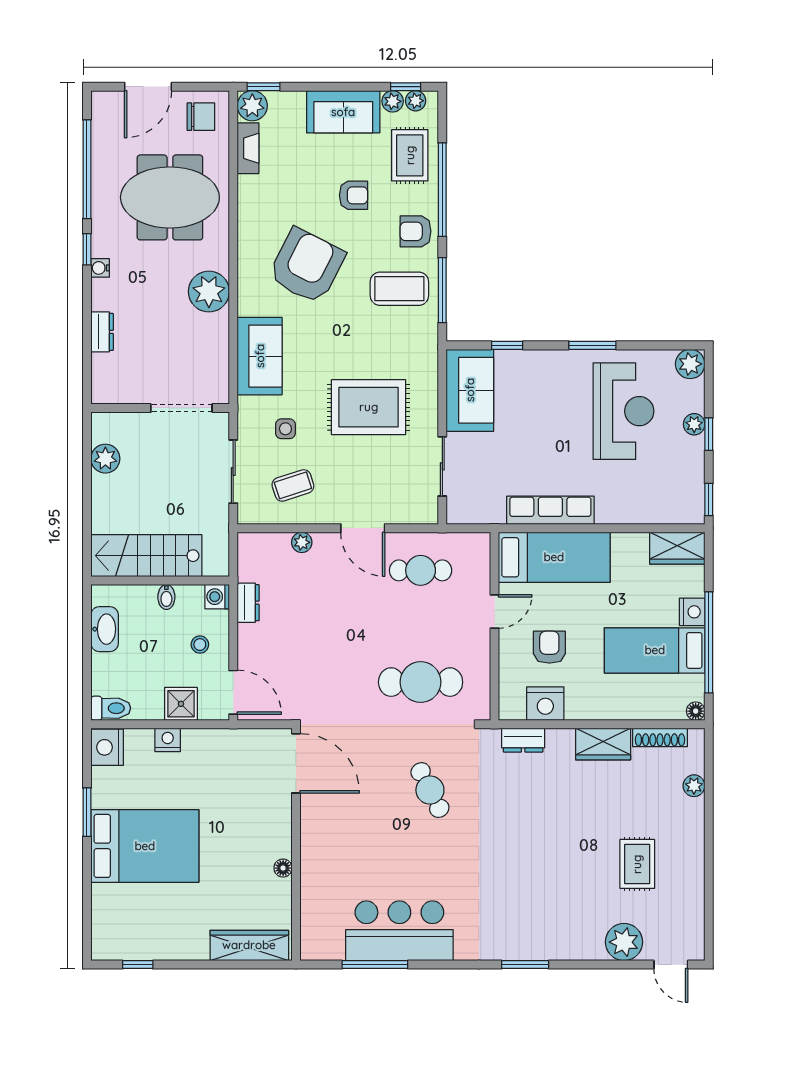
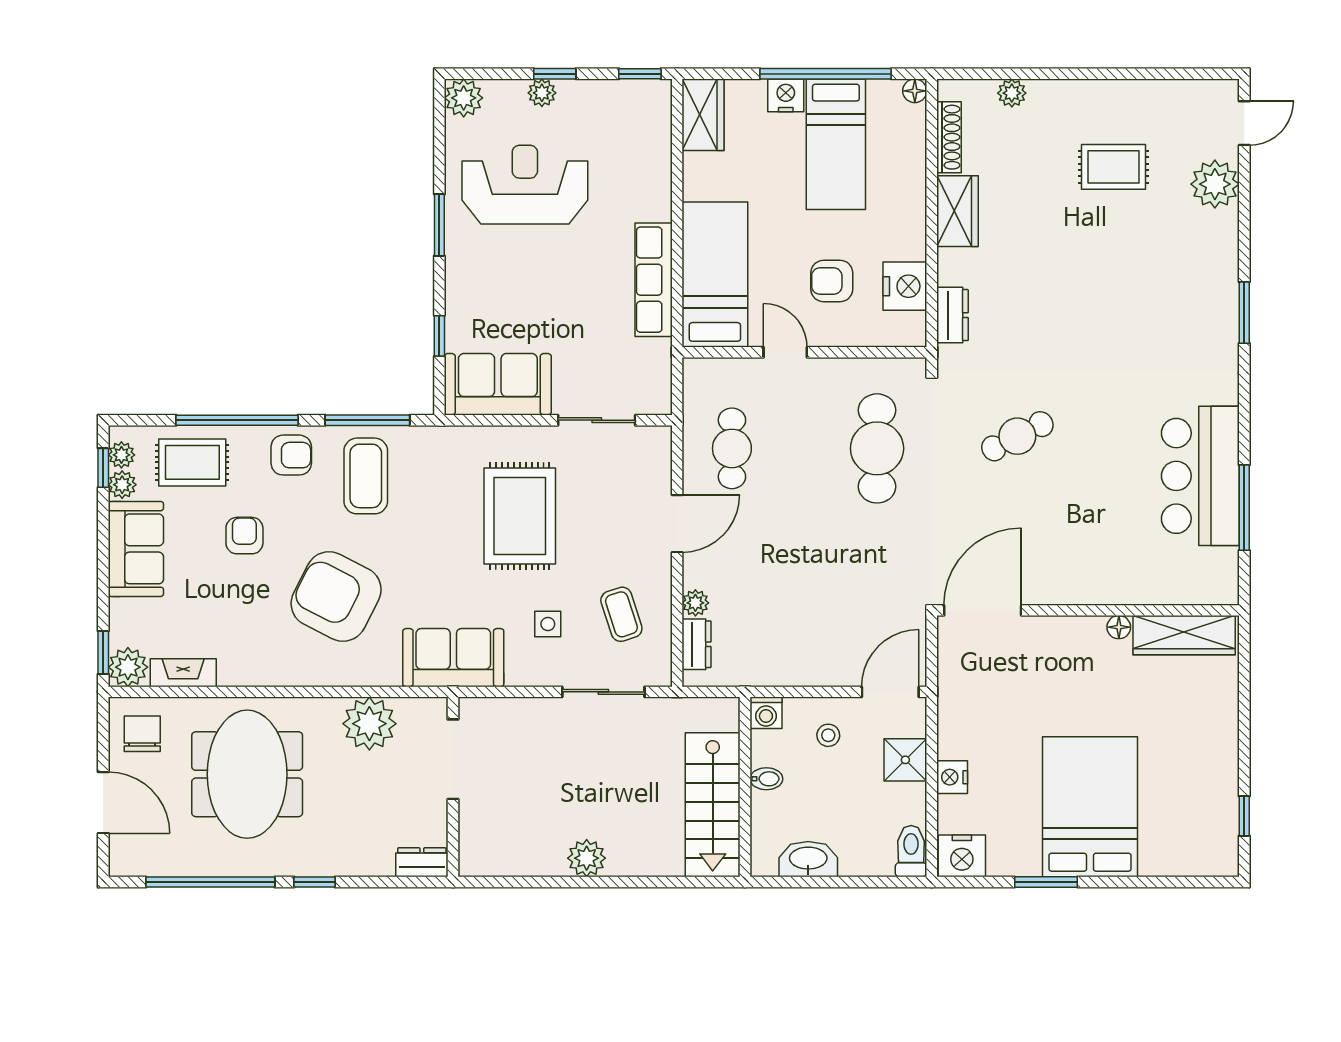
armchair: (415, 231) -> (291, 455), turned -90
water cooler: (100, 268) -> (339, 865), removed
wall: (160, 408) -> (453, 787), moved
doorway: (181, 408) -> (453, 759), moved
dresser: (248, 603) -> (697, 644), moved, turned 90
wardrobe: (249, 945) -> (1184, 635), moved, turned -90

